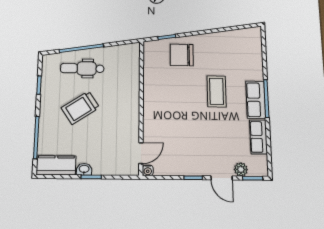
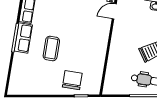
chair: (182, 55) -> (72, 80), turned -90

